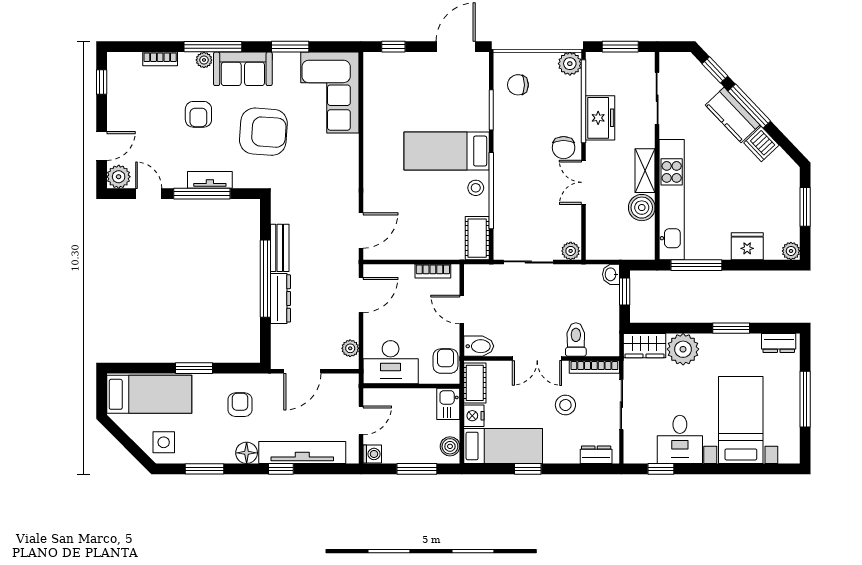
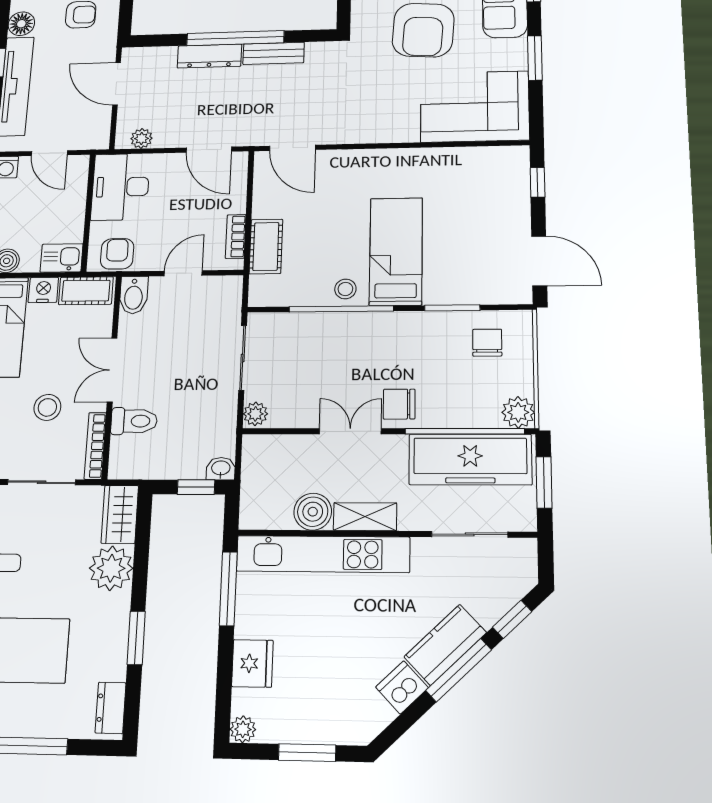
freezer: (600, 118) -> (470, 459), width x1.91, depth x1.26
cot: (477, 238) -> (266, 246), moved, turned 90
armchair: (446, 361) -> (117, 254), turned -90

